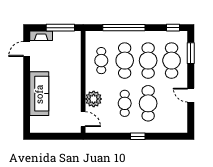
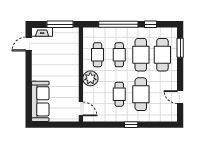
window: (173, 28) -> (150, 24), moved
cafe table: (125, 61) -> (119, 55), width x0.73, depth x0.74
sofa: (39, 94) -> (40, 101), moved
door: (191, 95) -> (180, 97), moved
plant: (94, 99) -> (90, 78), moved

